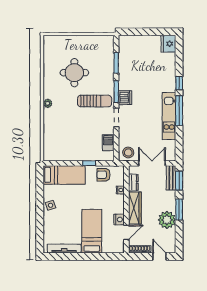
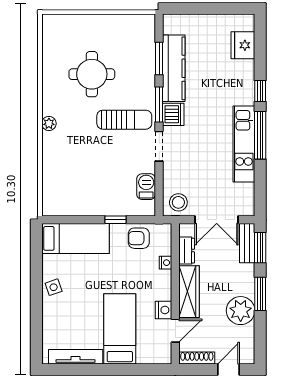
fridge: (168, 44) -> (243, 45), moved
kitchen counter: (125, 69) -> (174, 68), added
double door: (152, 163) -> (217, 220), swing flipped
door: (159, 256) -> (229, 369), hinge flipped

